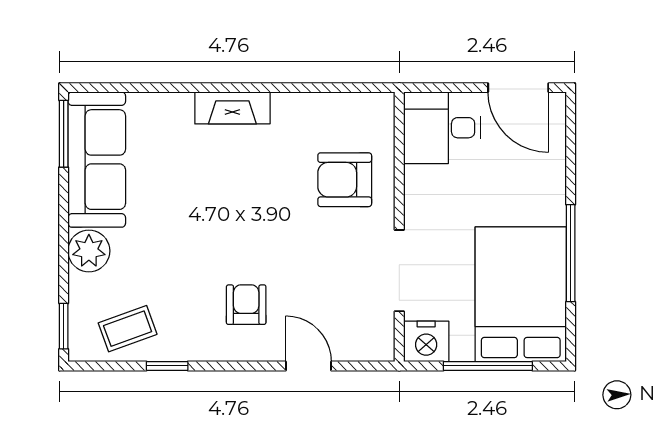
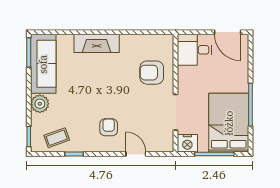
fireplace: (232, 108) -> (97, 43), width x1.37, depth x1.32

